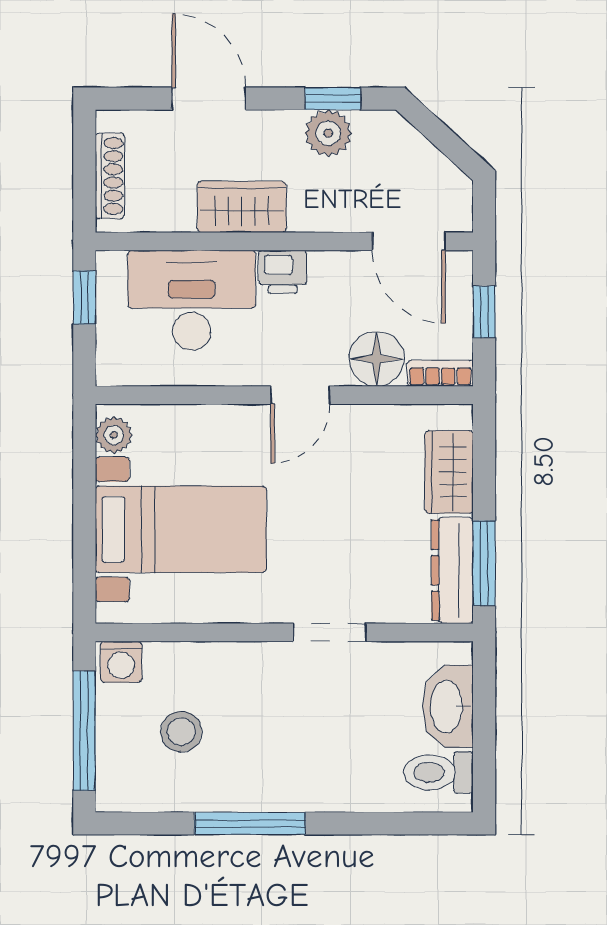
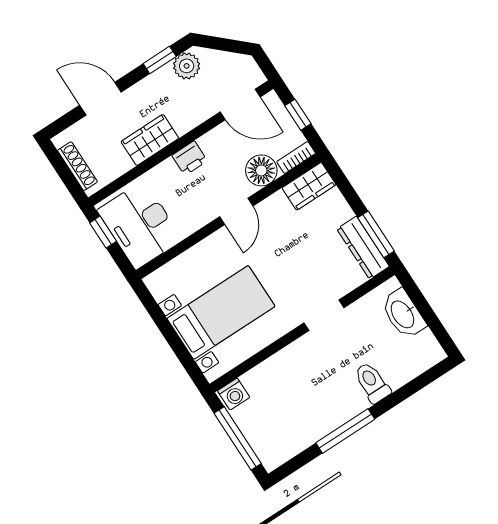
plant: (328, 133) -> (187, 66), moved
desk: (192, 300) -> (140, 225), moved, turned -90
plant: (114, 435) -> (160, 288), removed
wardrobe: (449, 472) -> (309, 186), moved, turned -90
stool: (181, 732) -> (284, 409), removed
toilet: (439, 772) -> (372, 383), moved, turned 90

